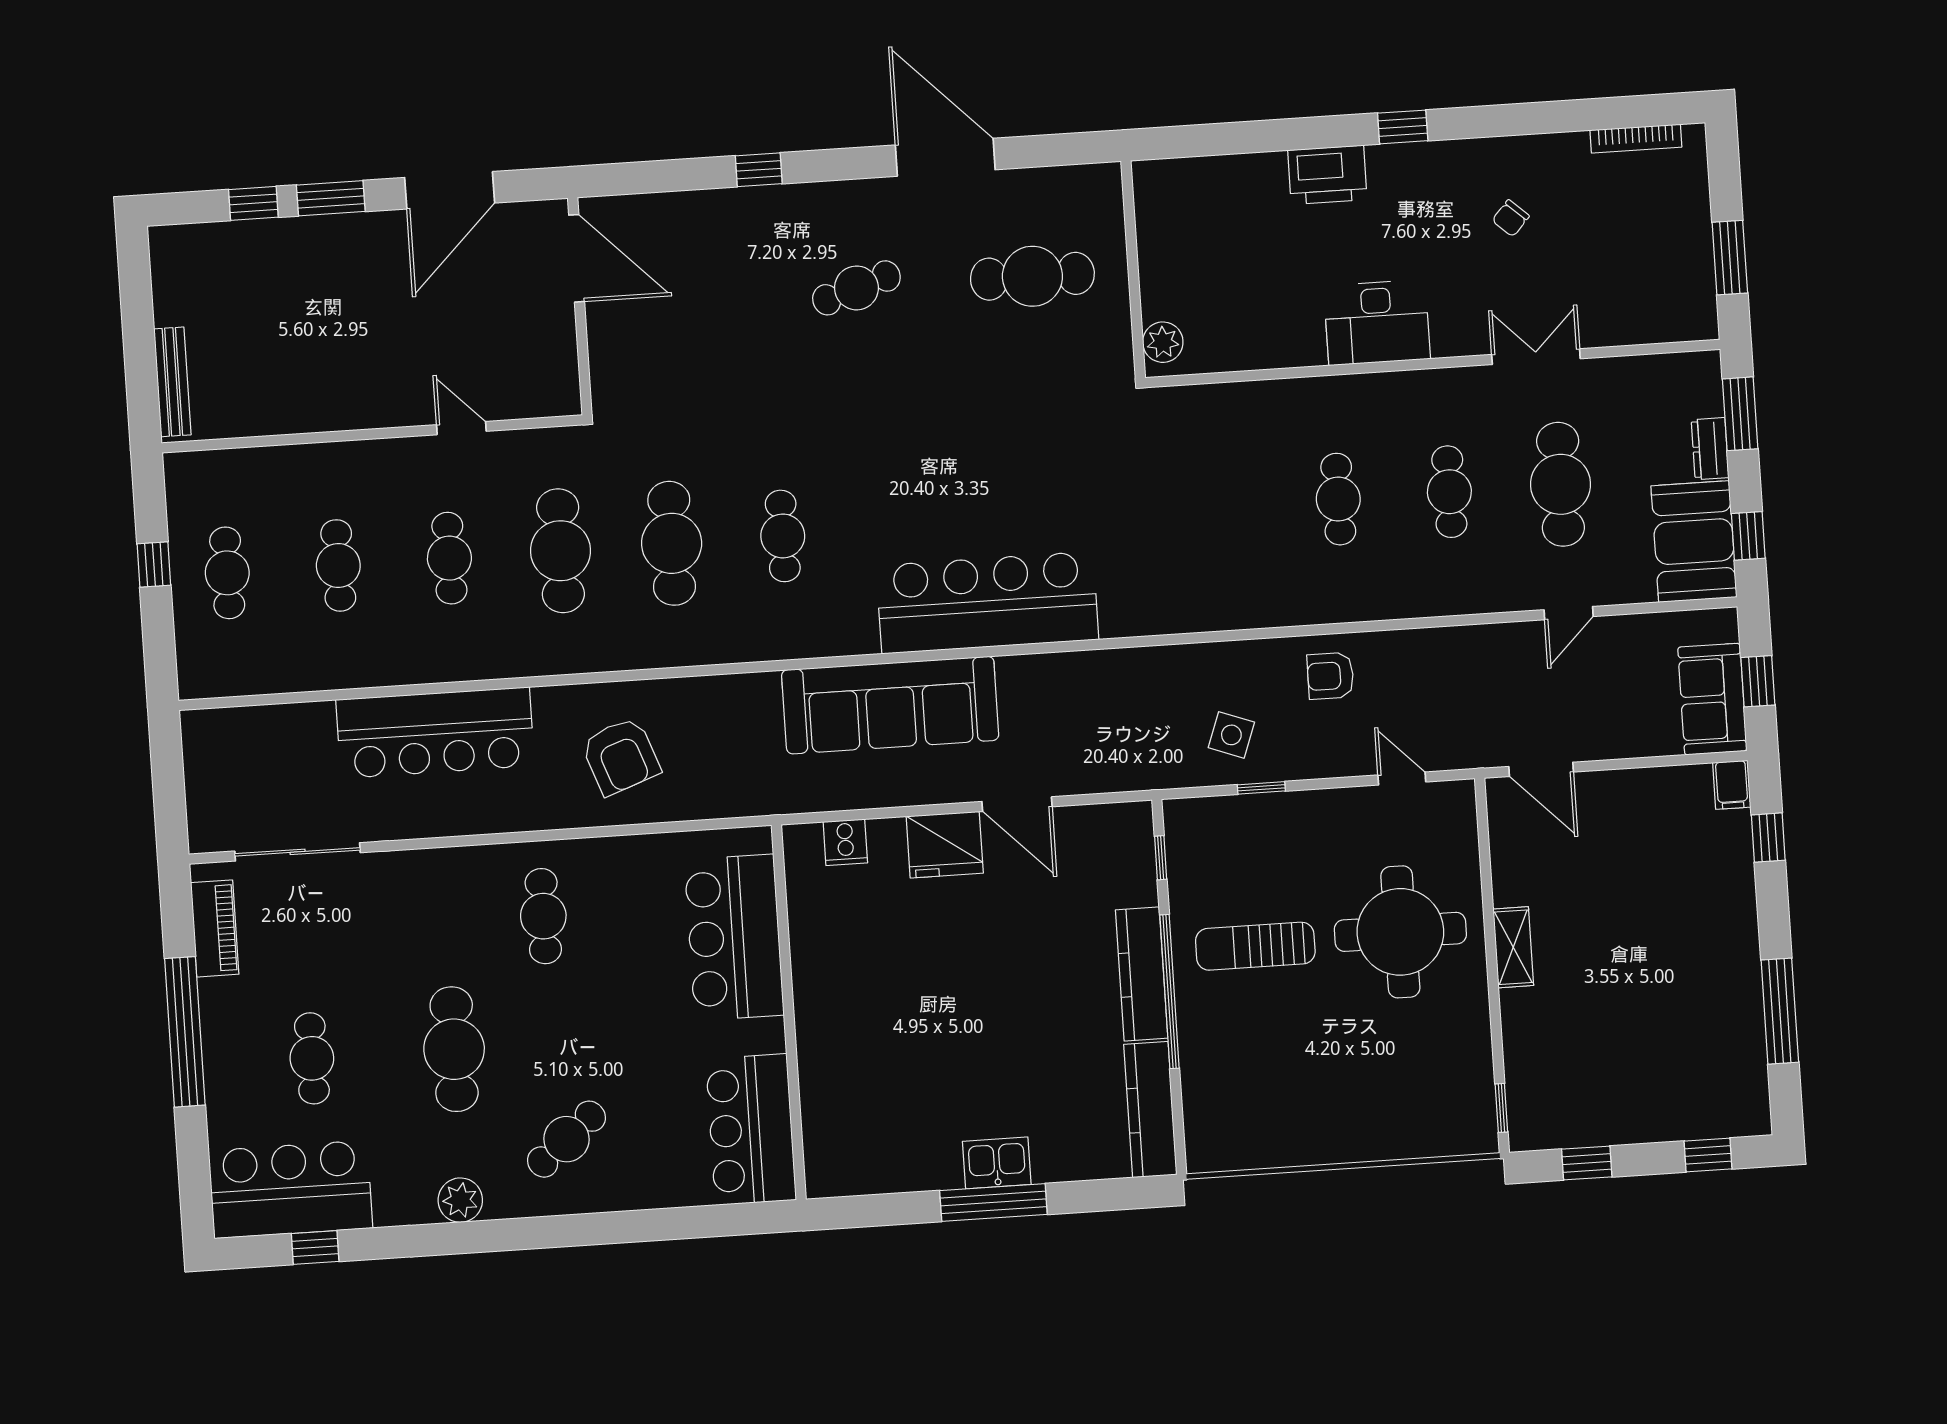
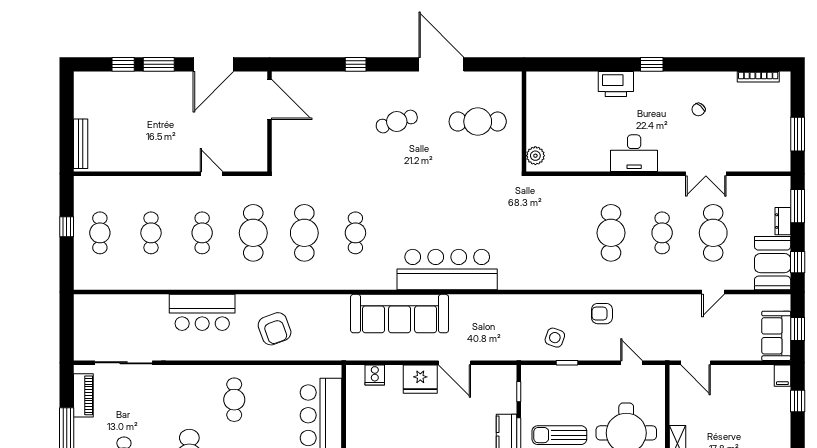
double door: (1536, 357) -> (706, 174), swing flipped
cafe table: (1338, 499) -> (611, 233), width x1.37, depth x1.35
bar counter: (435, 733) -> (202, 312), width x0.73

